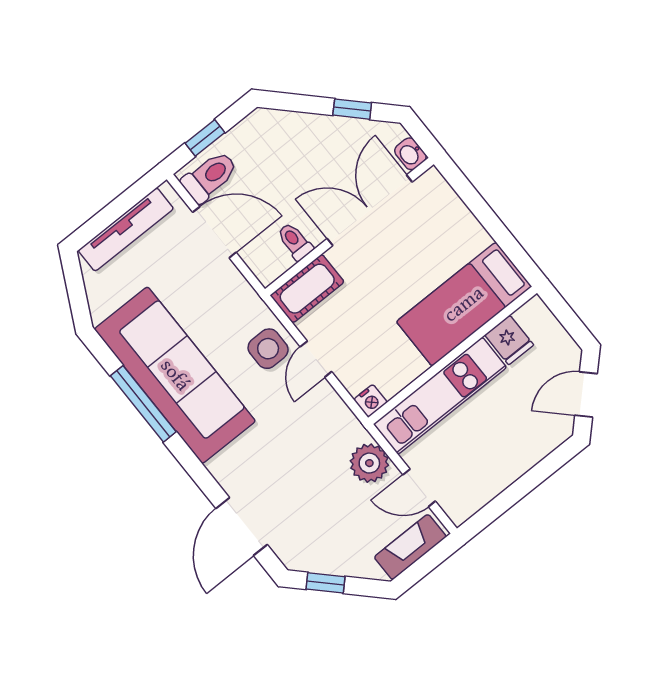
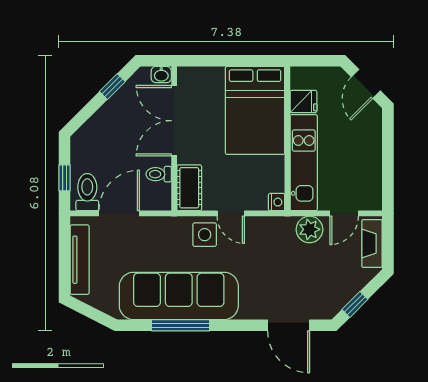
bed: (464, 304) -> (255, 110), width x1.50

